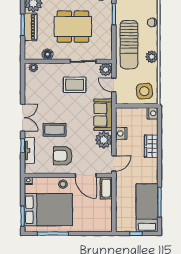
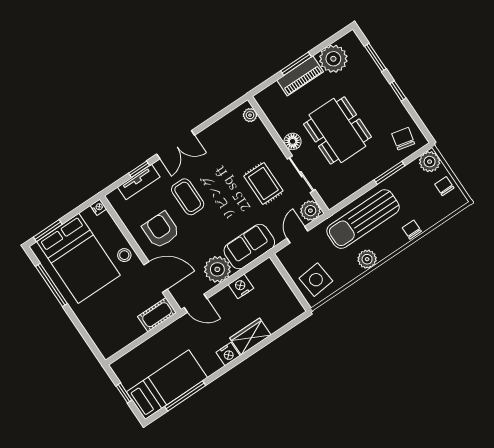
floor lamp: (48, 54) -> (293, 141), moved
nightstand: (152, 113) -> (228, 354), moved
door: (86, 175) -> (156, 277), swing flipped

